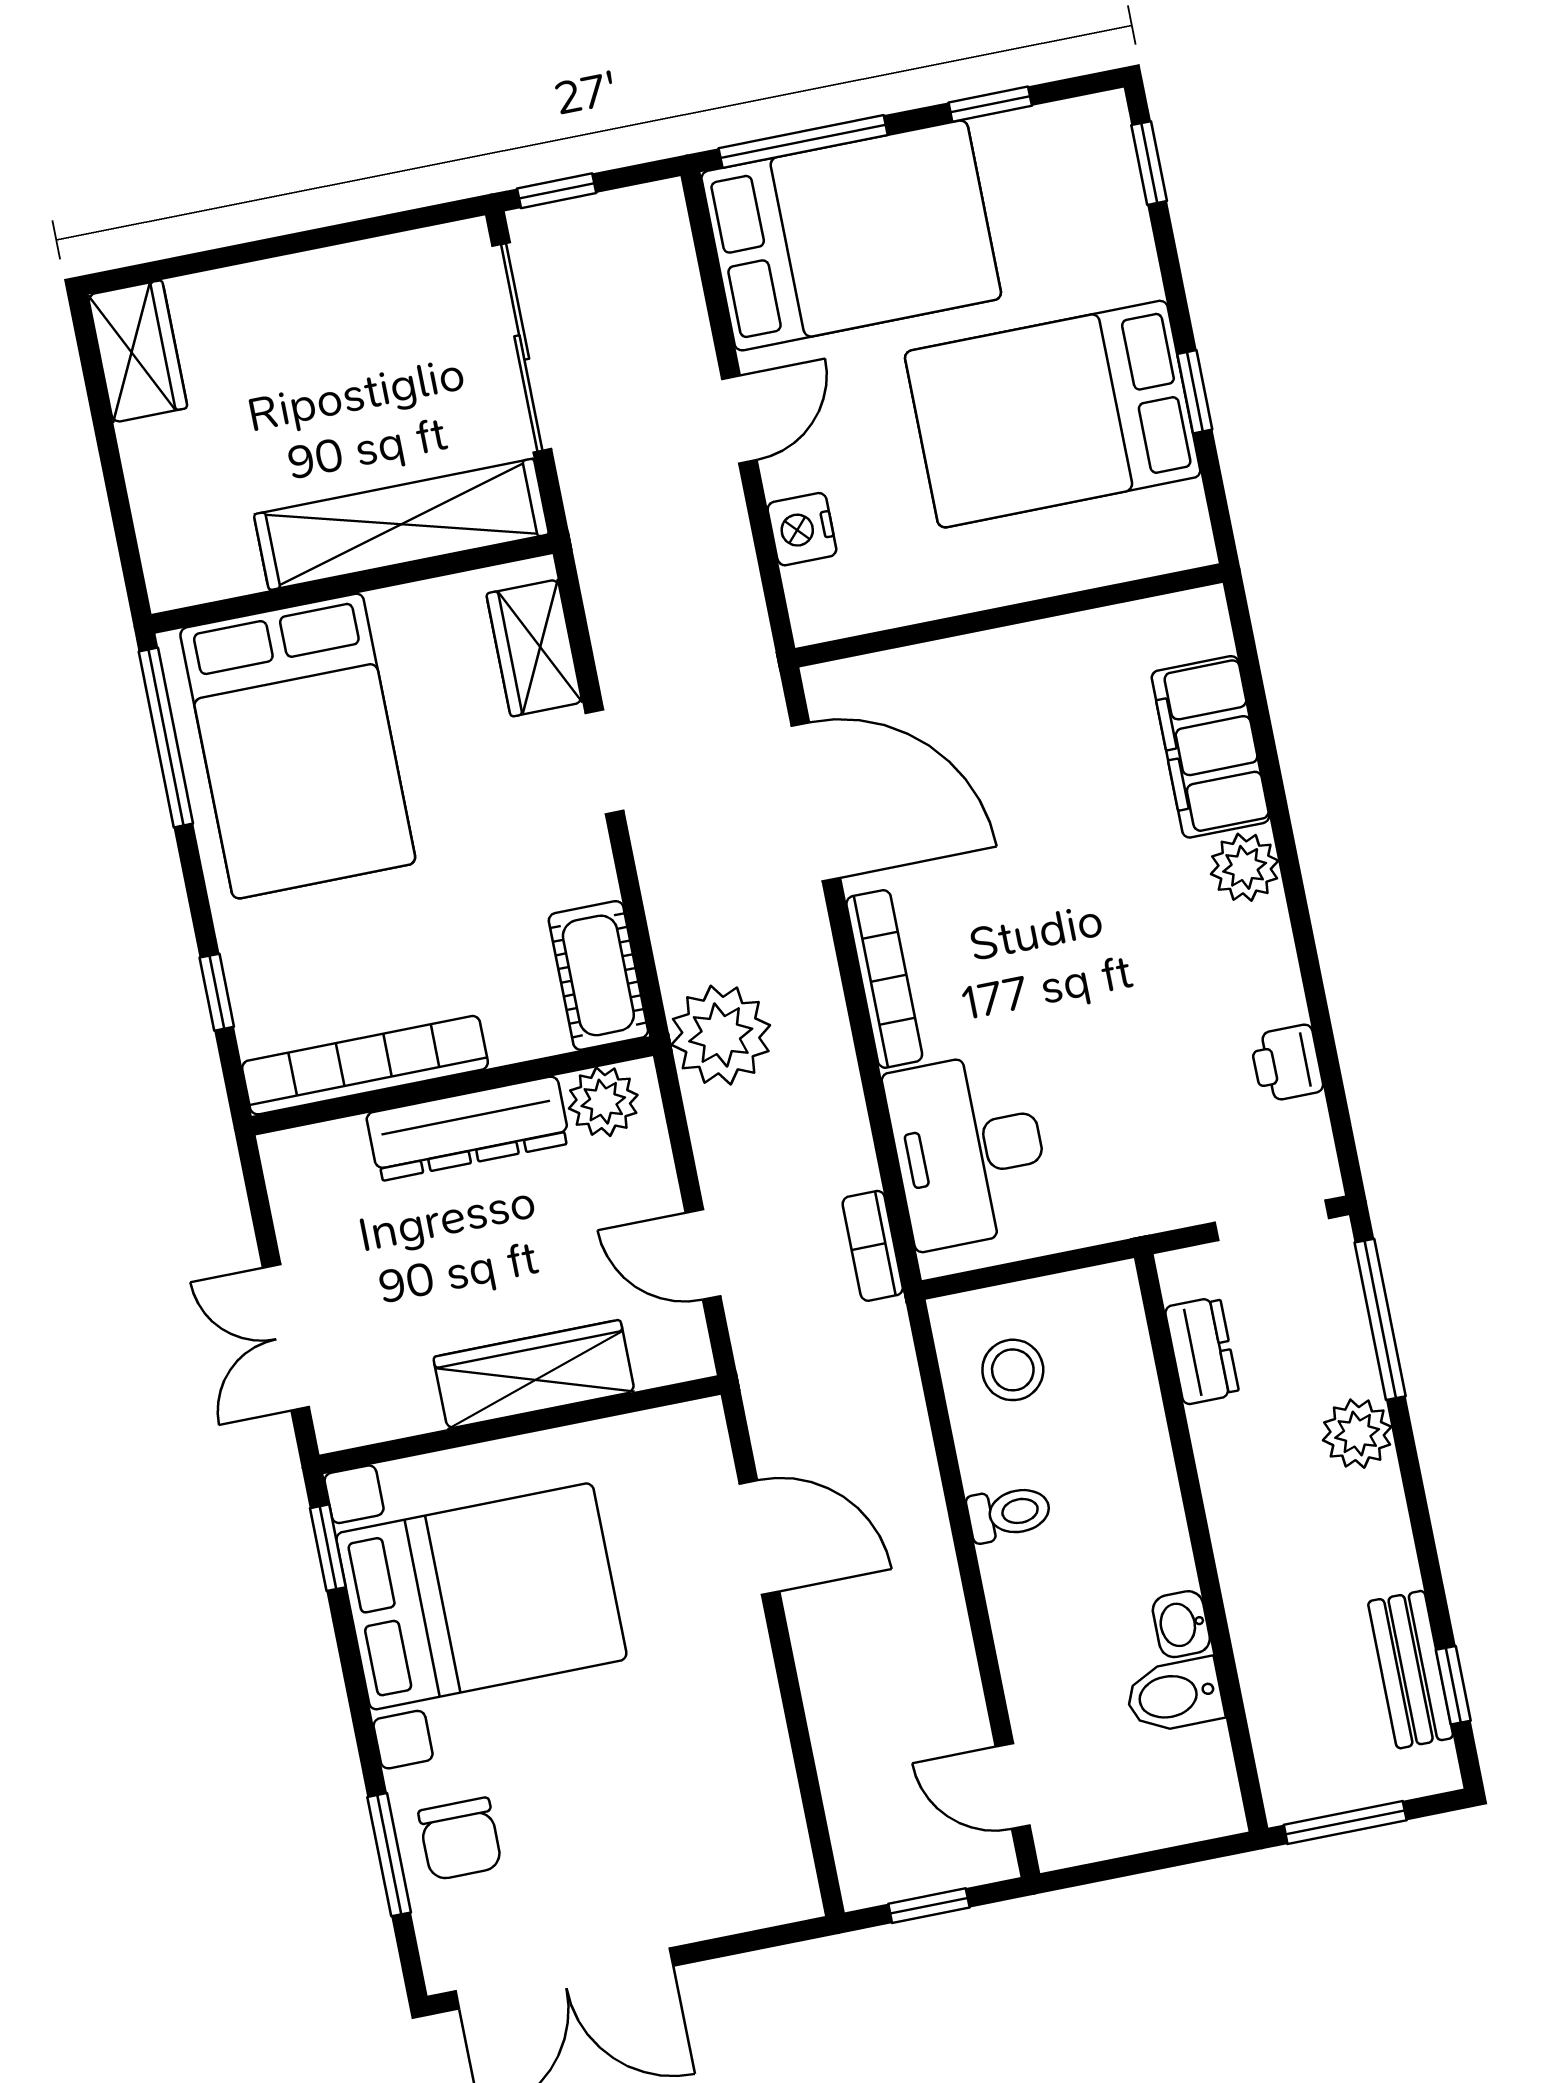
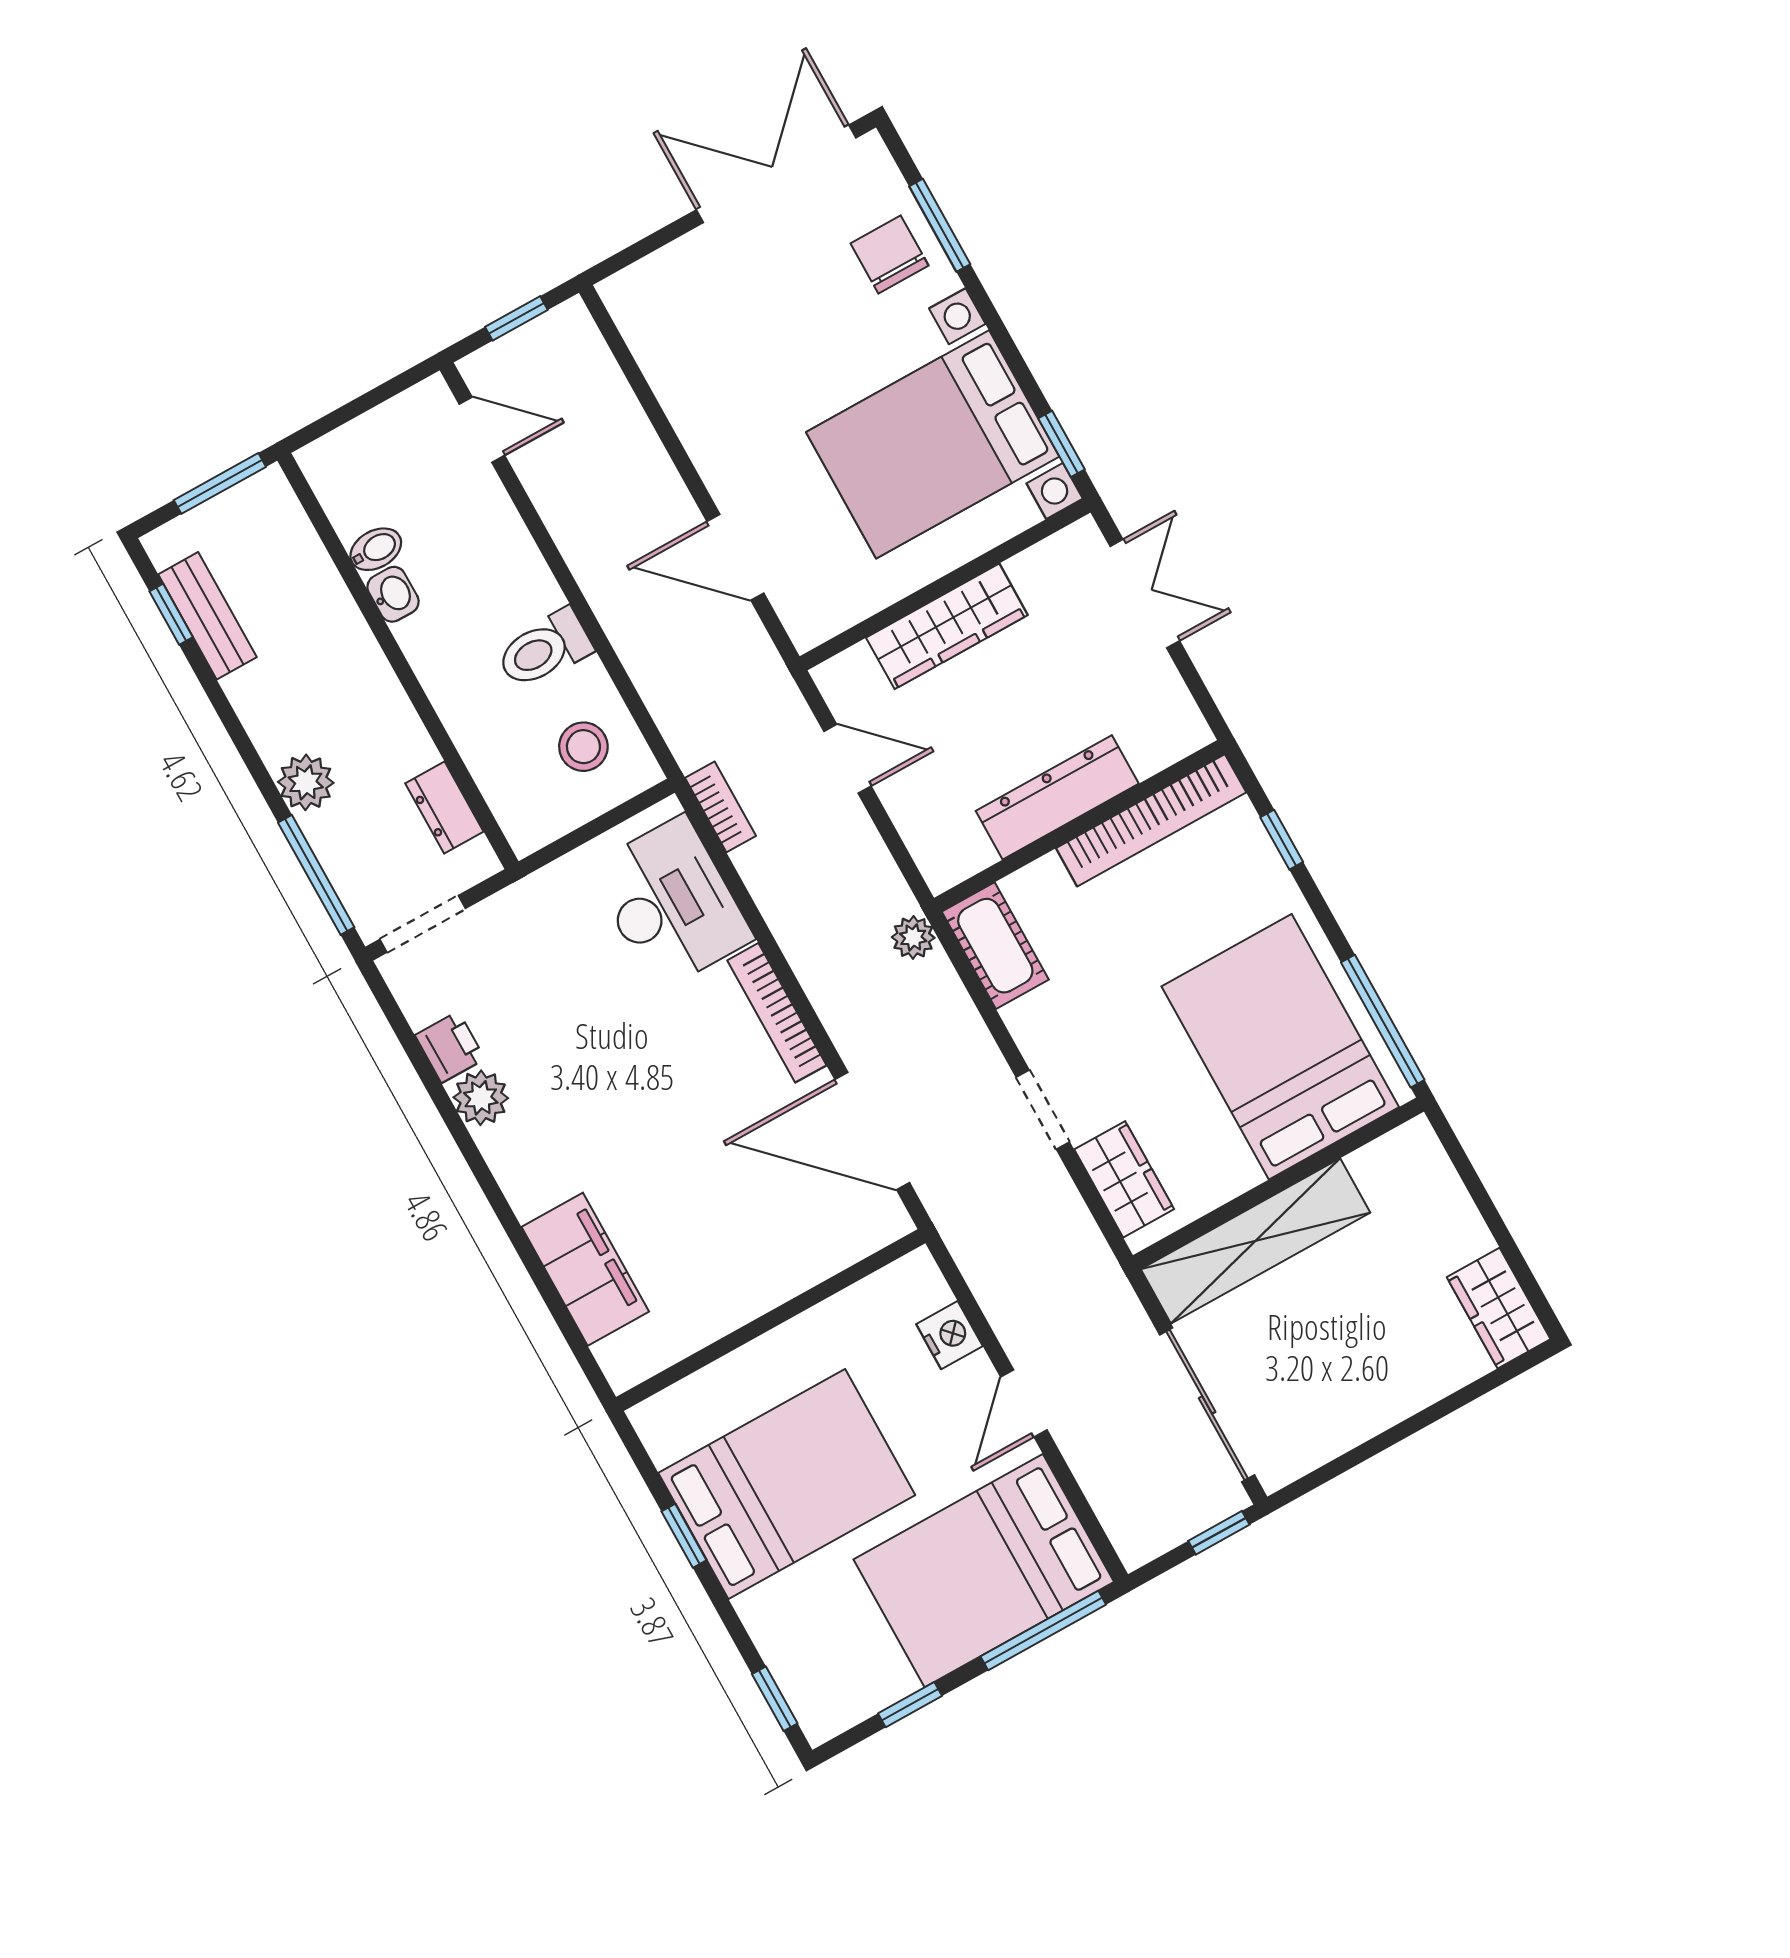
plant: (1245, 867) -> (481, 1098), moved
plant: (721, 1035) -> (913, 937), width x0.53, depth x0.53
plant: (603, 1102) -> (961, 851), removed
toilet: (1009, 1513) -> (544, 649), width x1.37, depth x1.39
bidet: (1174, 1696) -> (376, 549), width x0.72, depth x0.74

